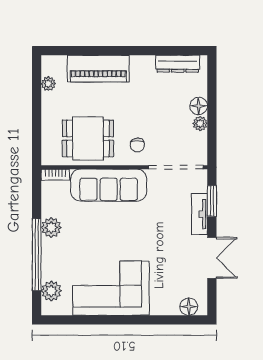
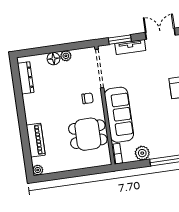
piano: (98, 69) -> (36, 140), width x0.73, depth x0.75
plant: (48, 84) -> (38, 170), moved
dining table: (88, 138) -> (88, 134), turned 90
plant: (51, 228) -> (142, 153), moved

